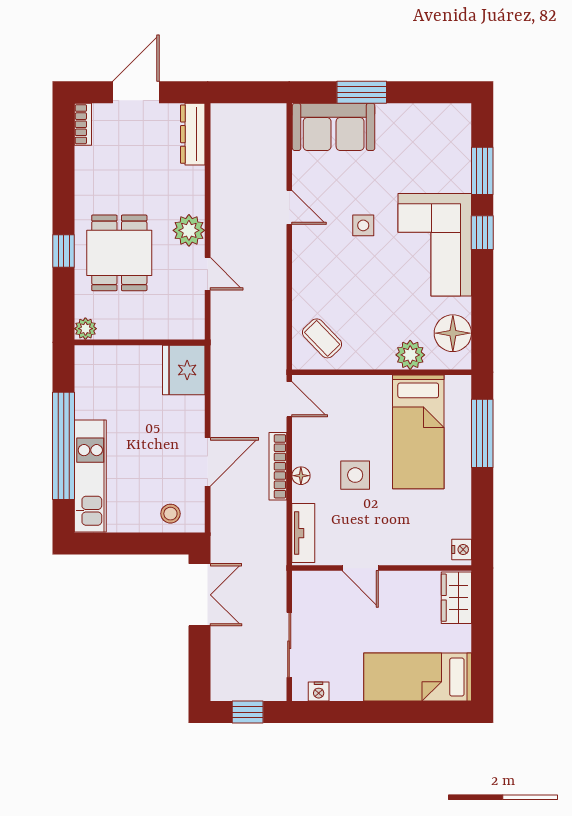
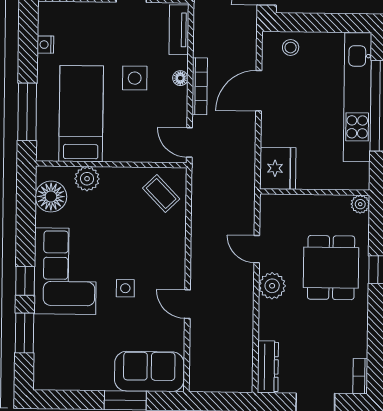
kitchen unit: (90, 476) -> (358, 97), width x1.36
nightstand: (462, 549) -> (45, 45), moved

